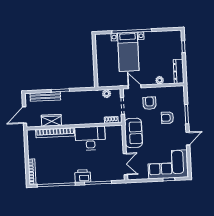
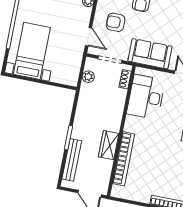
bed with nightstands: (128, 52) -> (32, 51), moved, turned -90
door: (135, 87) -> (88, 37), swing flipped
wardrobe: (51, 120) -> (109, 145), moved
desk: (90, 138) -> (146, 97), moved

